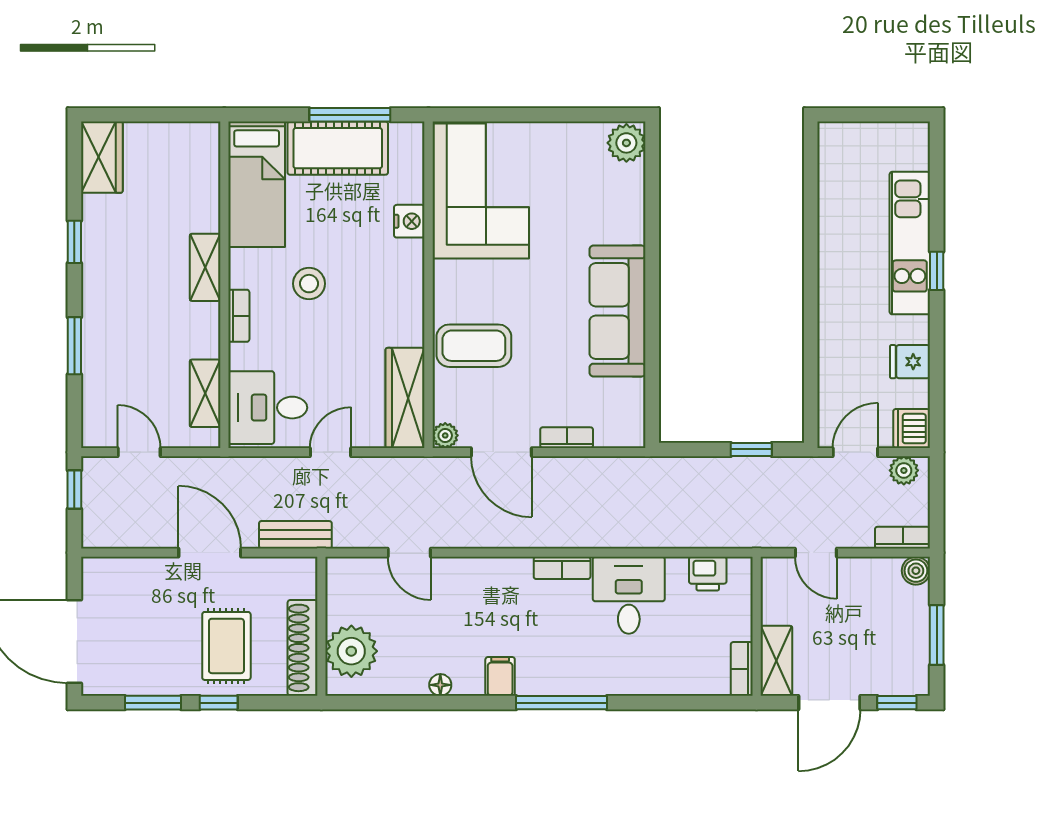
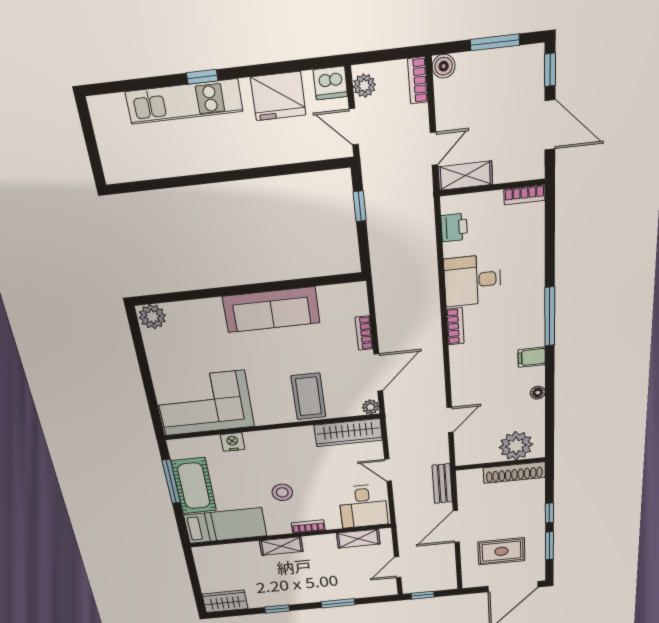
fridge: (910, 362) -> (278, 96), width x1.88, depth x1.34
rug: (226, 646) -> (501, 551), moved
shelving: (776, 661) -> (465, 176), moved

